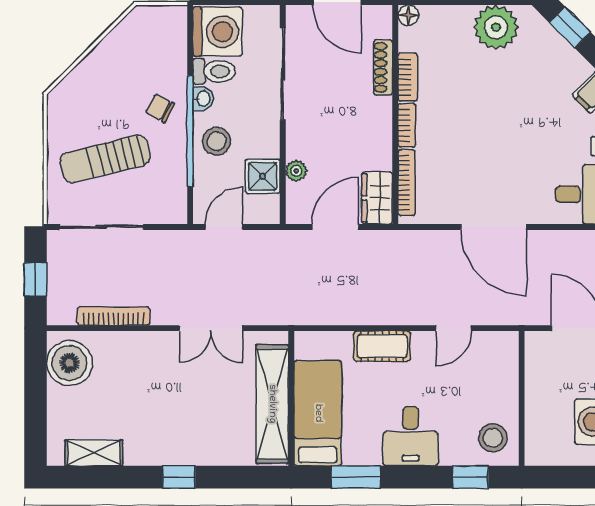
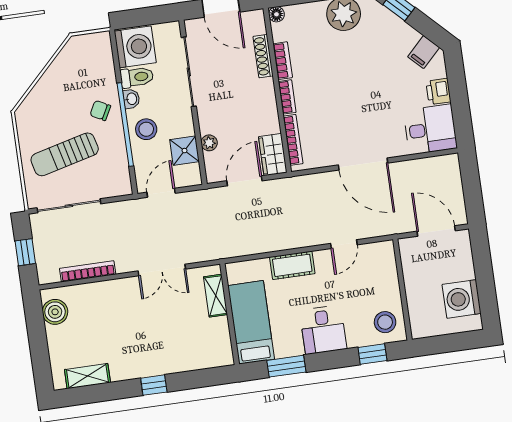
boiler: (69, 363) -> (55, 312), width x0.73, depth x0.73
shelving: (272, 404) -> (216, 296), width x0.45, depth x0.75

